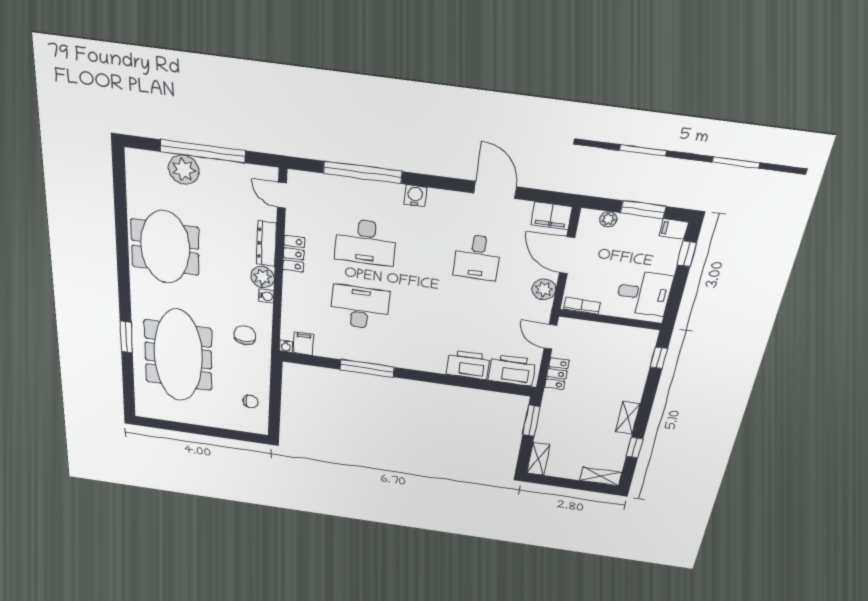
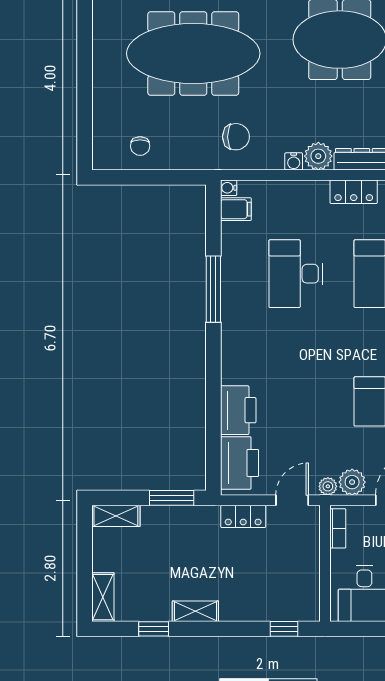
desk: (360, 307) -> (296, 274), turned 180
plant: (544, 308) -> (328, 486), added

